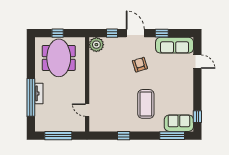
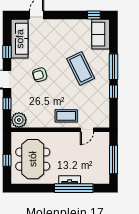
meeting table: (59, 58) -> (33, 159), turned 90
coffee table: (100, 90) -> (66, 116), added
coffee table: (146, 104) -> (81, 68), turned 64
window: (172, 136) -> (113, 67), moved

